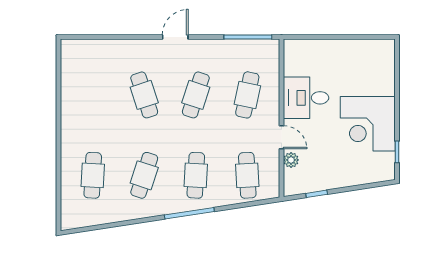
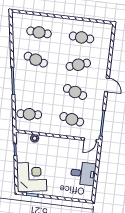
desk: (306, 98) -> (83, 174), moved, turned 90
corner desk: (368, 124) -> (32, 177), moved, turned 81
door: (282, 137) -> (90, 140), moved
cafe table: (196, 175) -> (82, 37), moved

